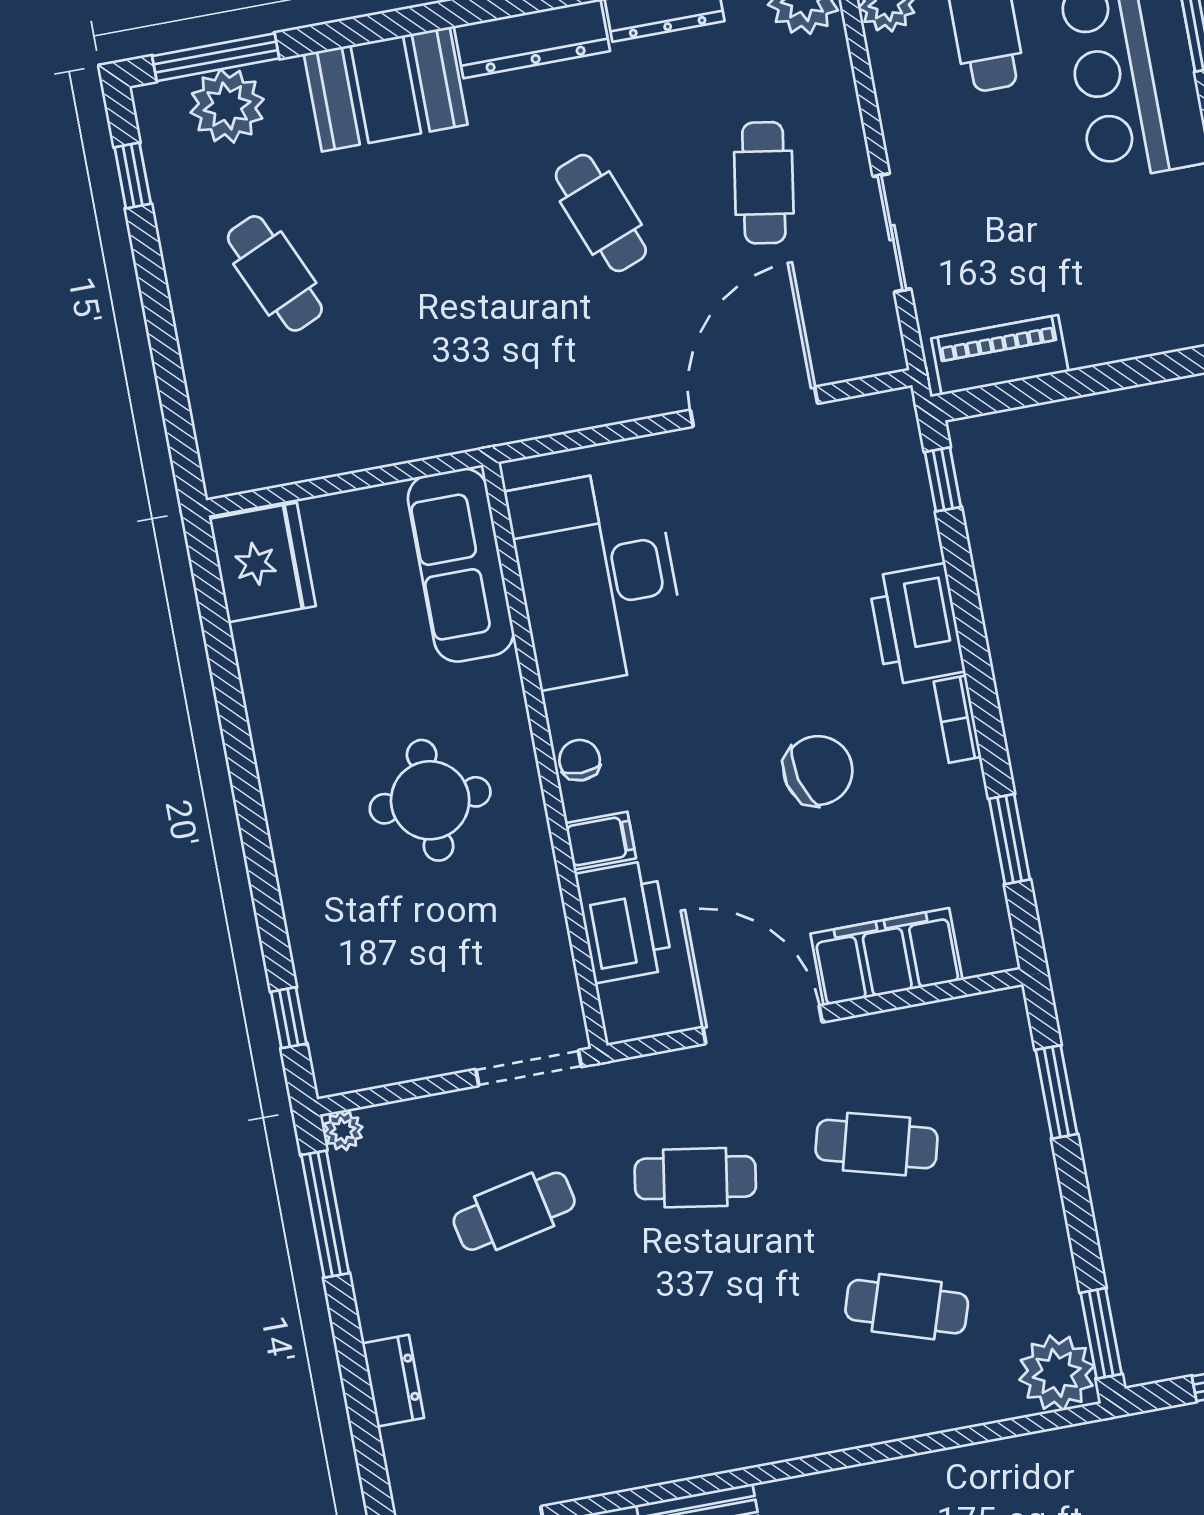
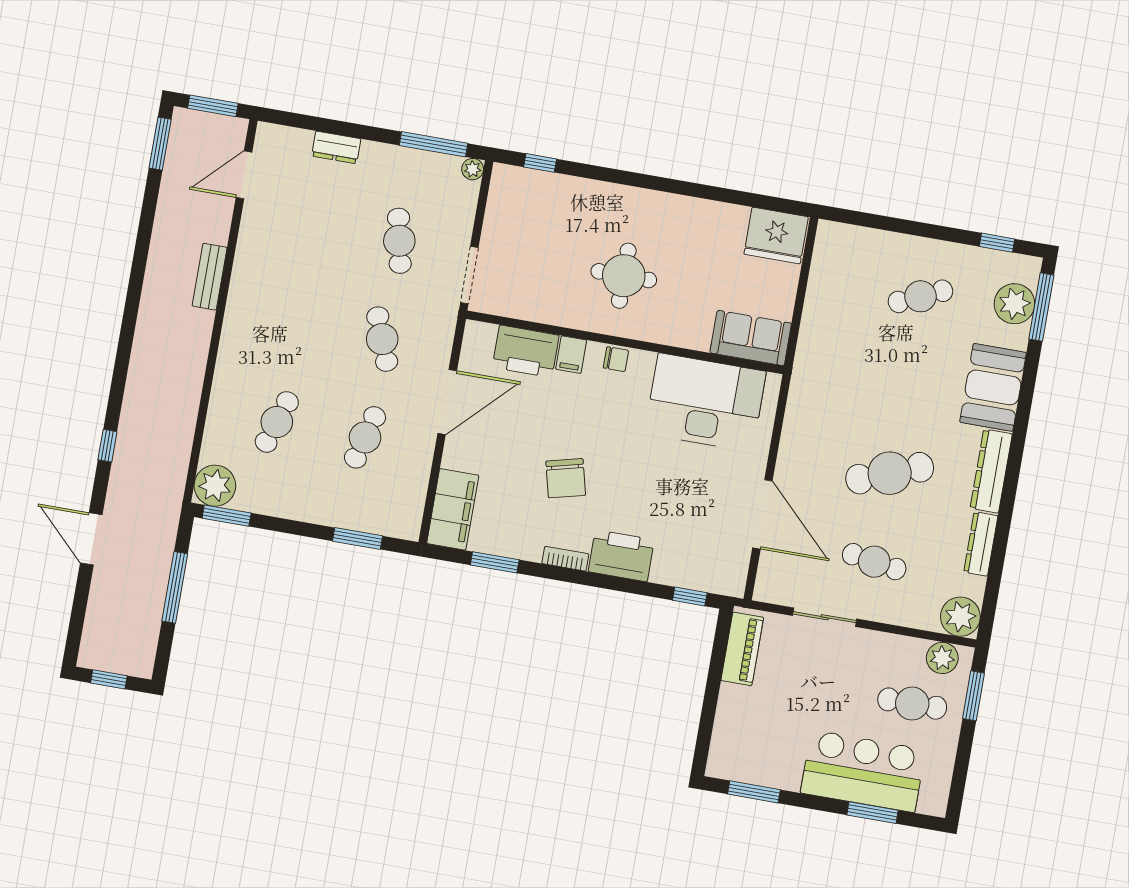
cafe table: (601, 213) -> (890, 473), width x1.37, depth x1.35
sofa: (461, 565) -> (751, 338), width x0.73
filing cabinet: (886, 957) -> (453, 509), moved
cafe table: (695, 1178) -> (382, 339), turned -30

